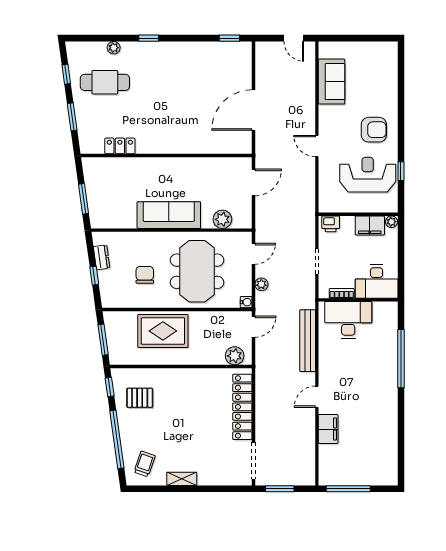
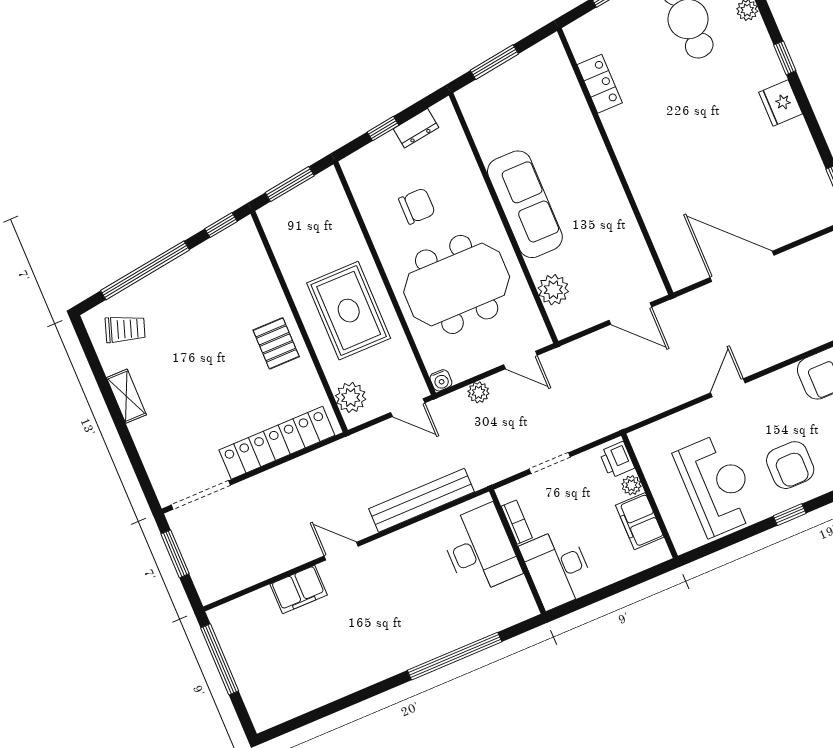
fridge: (173, 51) -> (781, 103), added
window: (401, 171) -> (790, 515), moved
plant: (391, 222) -> (631, 485), moved
rug: (163, 331) -> (349, 311), moved
pallet: (140, 398) -> (276, 343), moved

